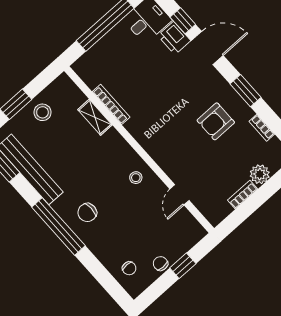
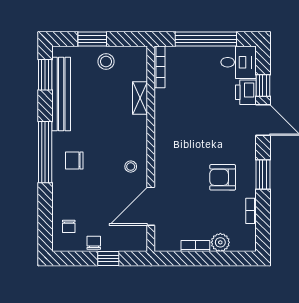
bookcase: (111, 104) -> (159, 67), moved
door: (179, 195) -> (151, 206), width x1.88

